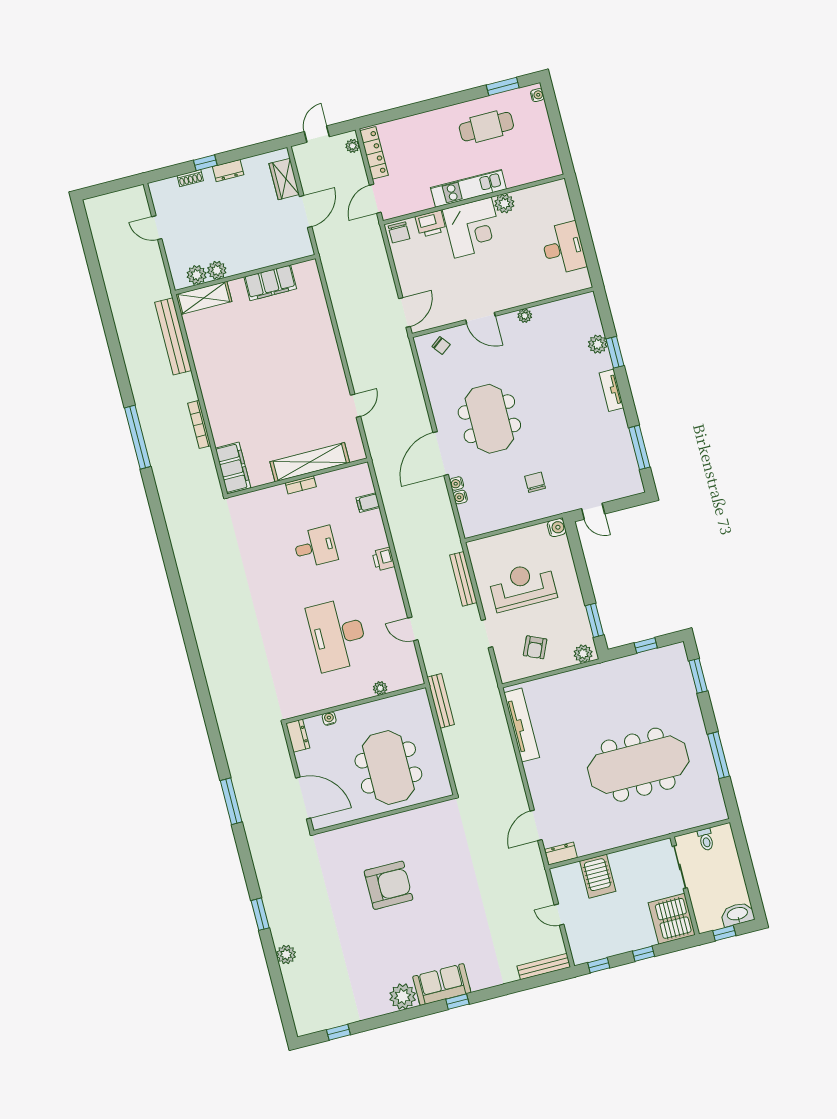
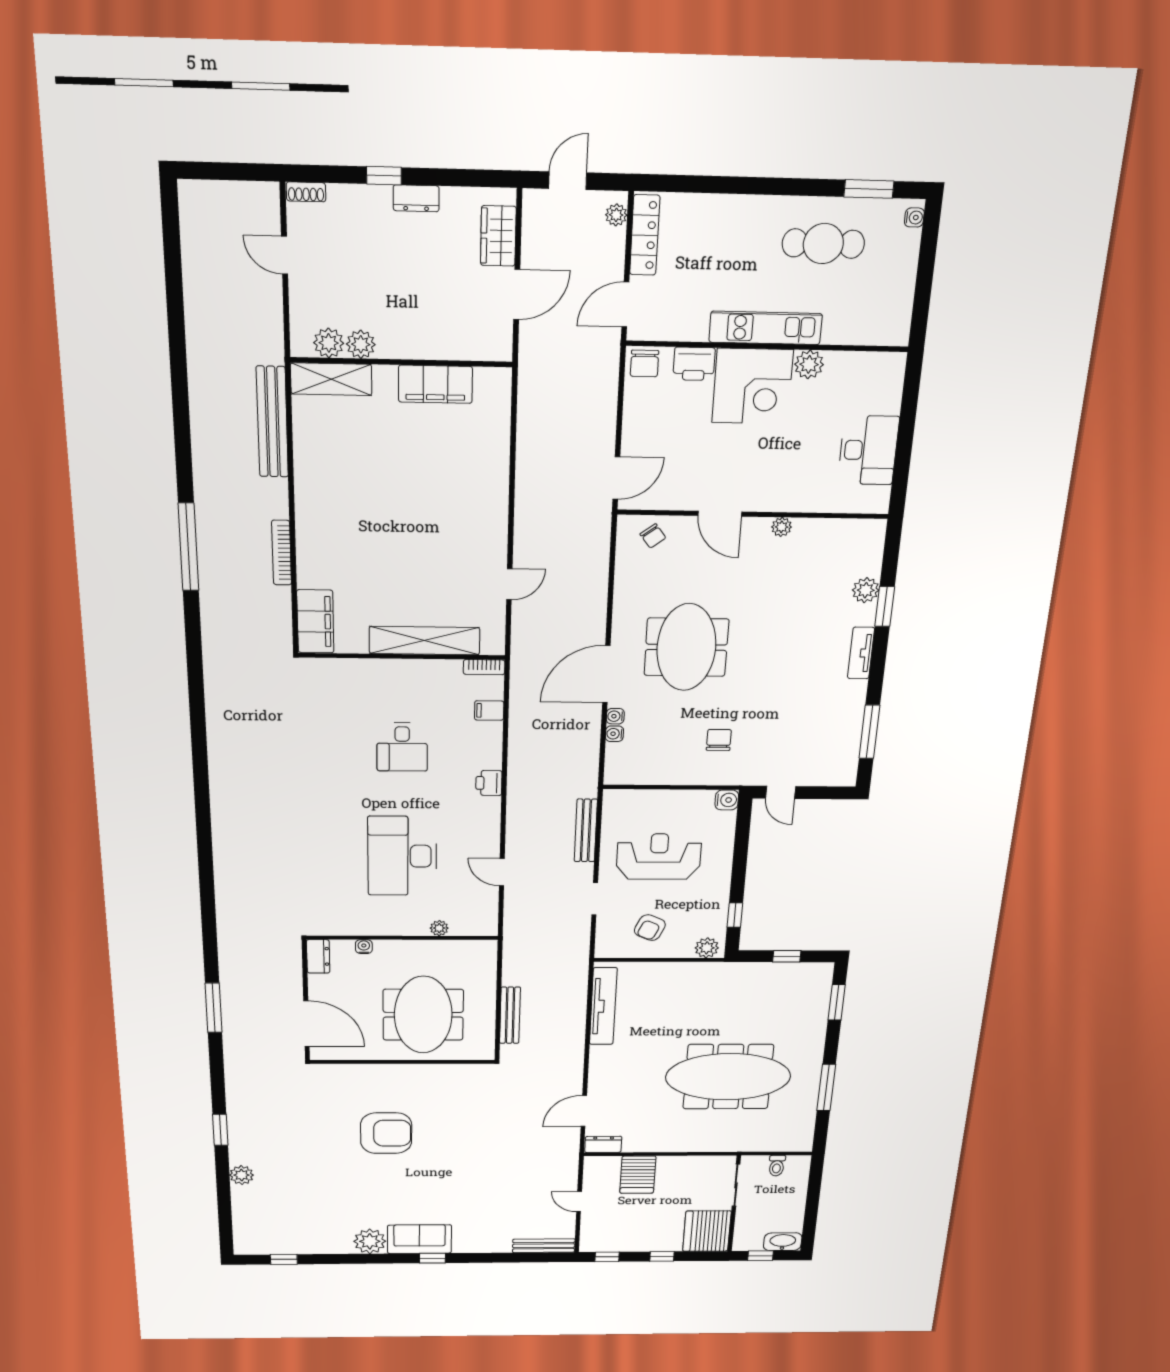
shoe rack: (190, 178) -> (306, 192), moved
bookcase: (301, 485) -> (484, 667), moved
desk: (315, 547) -> (402, 747), turned 90
window: (595, 620) -> (735, 915), width x0.67
bench: (441, 701) -> (510, 1015), moved

